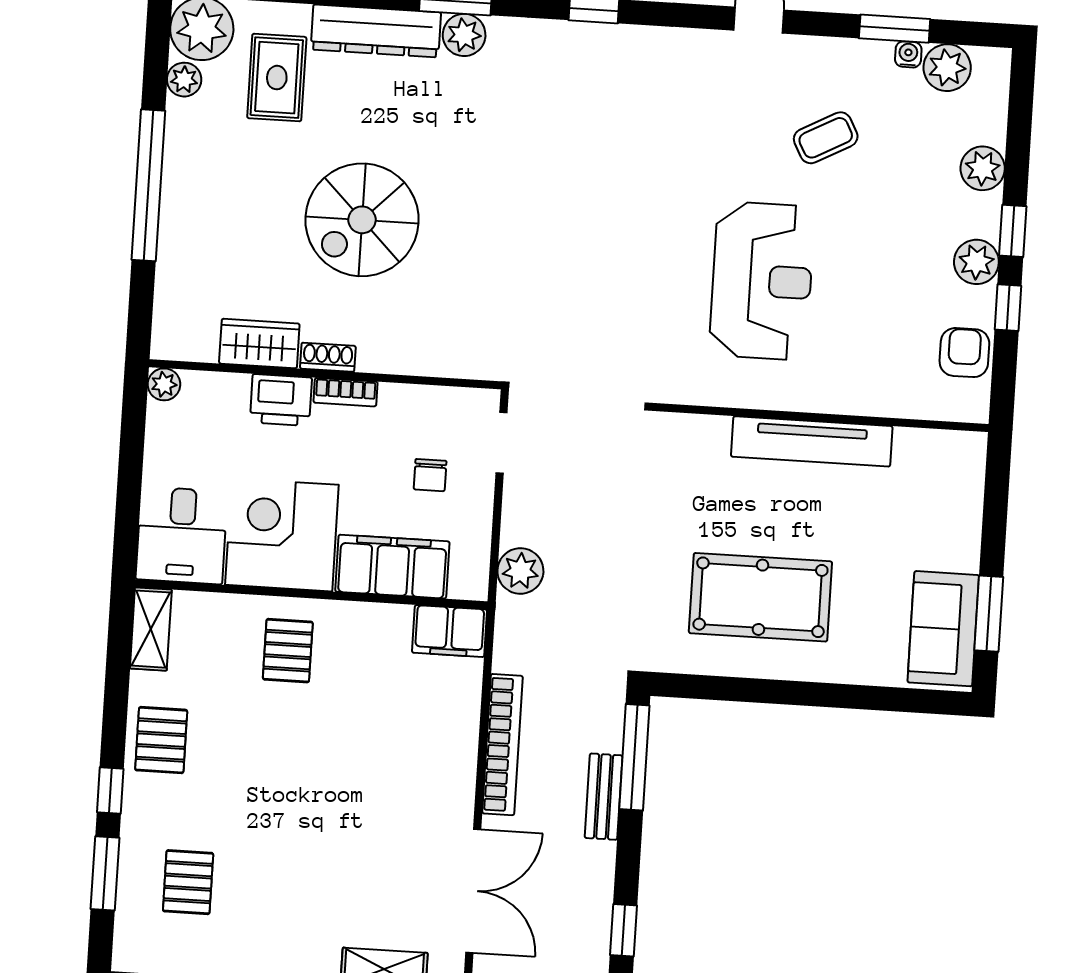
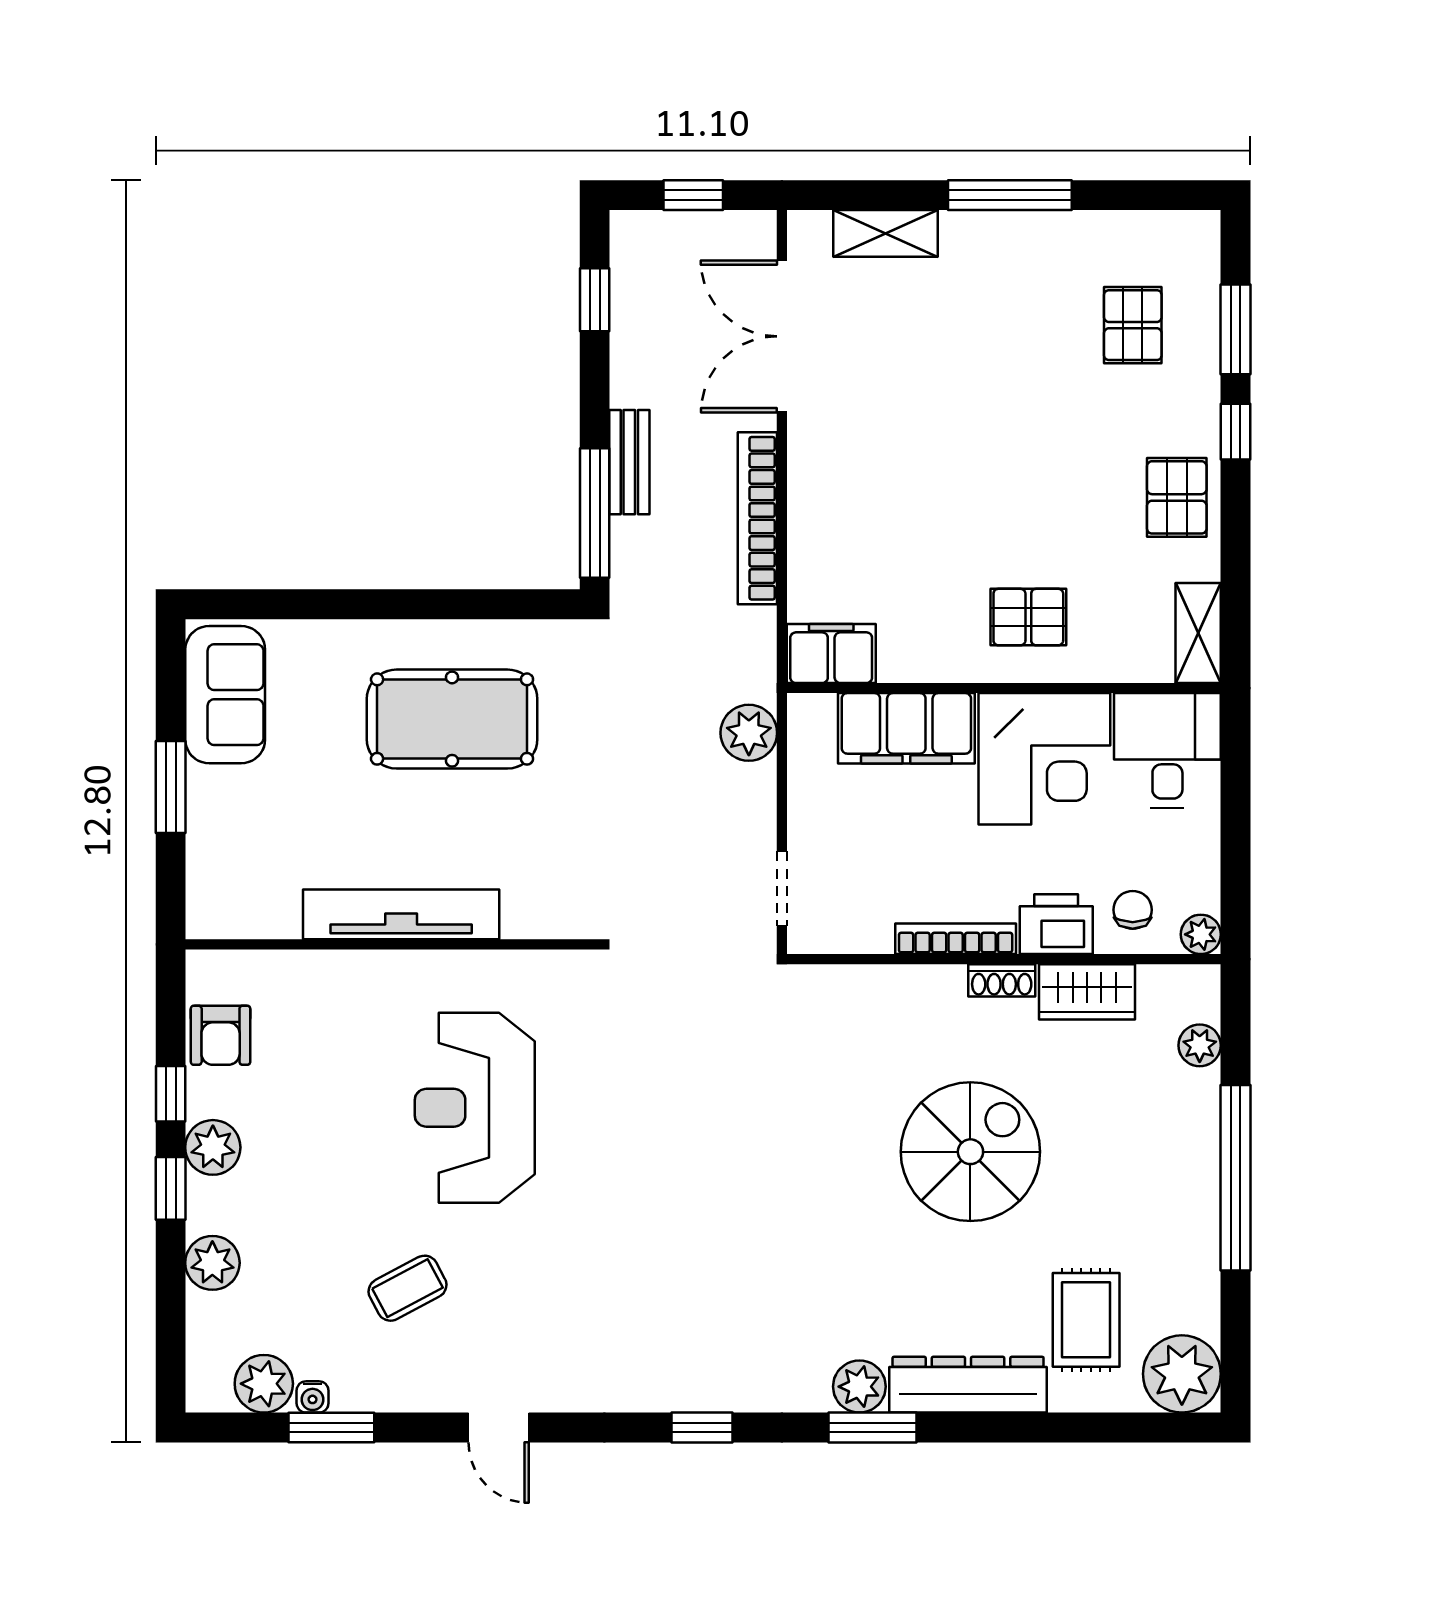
plant: (184, 80) -> (1200, 1045), moved
bookcase: (346, 392) -> (956, 939), width x1.56
chair: (430, 475) -> (1133, 910), moved
window: (989, 614) -> (171, 787), moved
pallet: (288, 651) -> (1028, 617), turned 90

